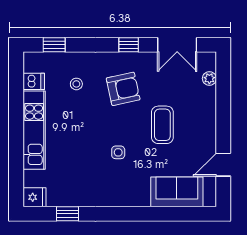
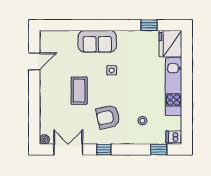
plant: (209, 79) -> (45, 139), moved
dishwasher: (34, 81) -> (174, 137), moved
sofa: (177, 192) -> (97, 41), moved
fridge: (34, 197) -> (170, 44), width x1.88, depth x1.34

